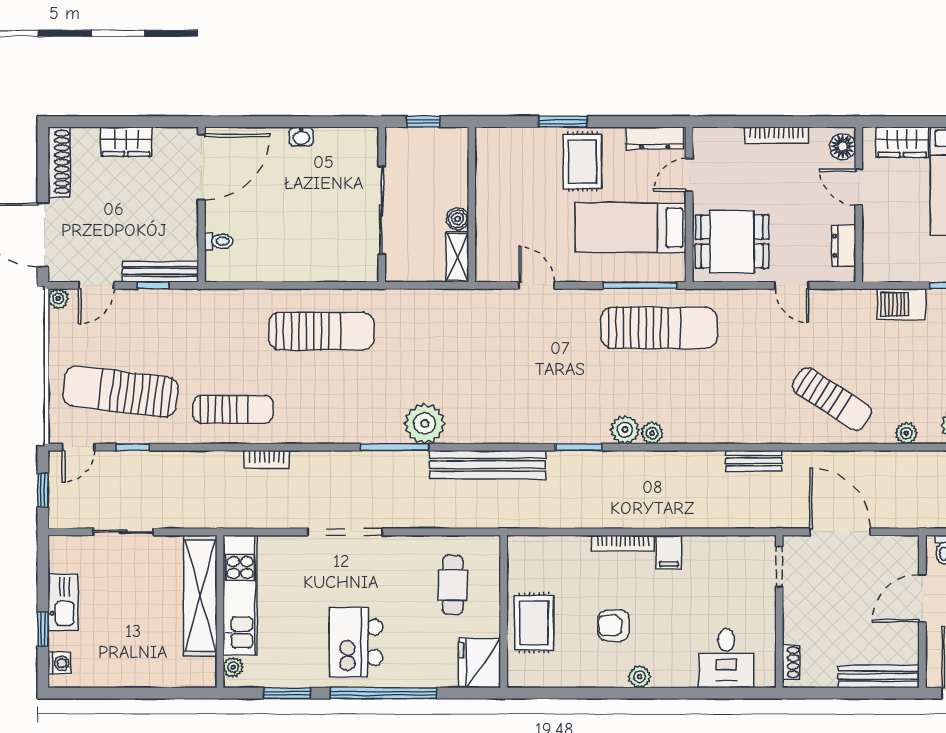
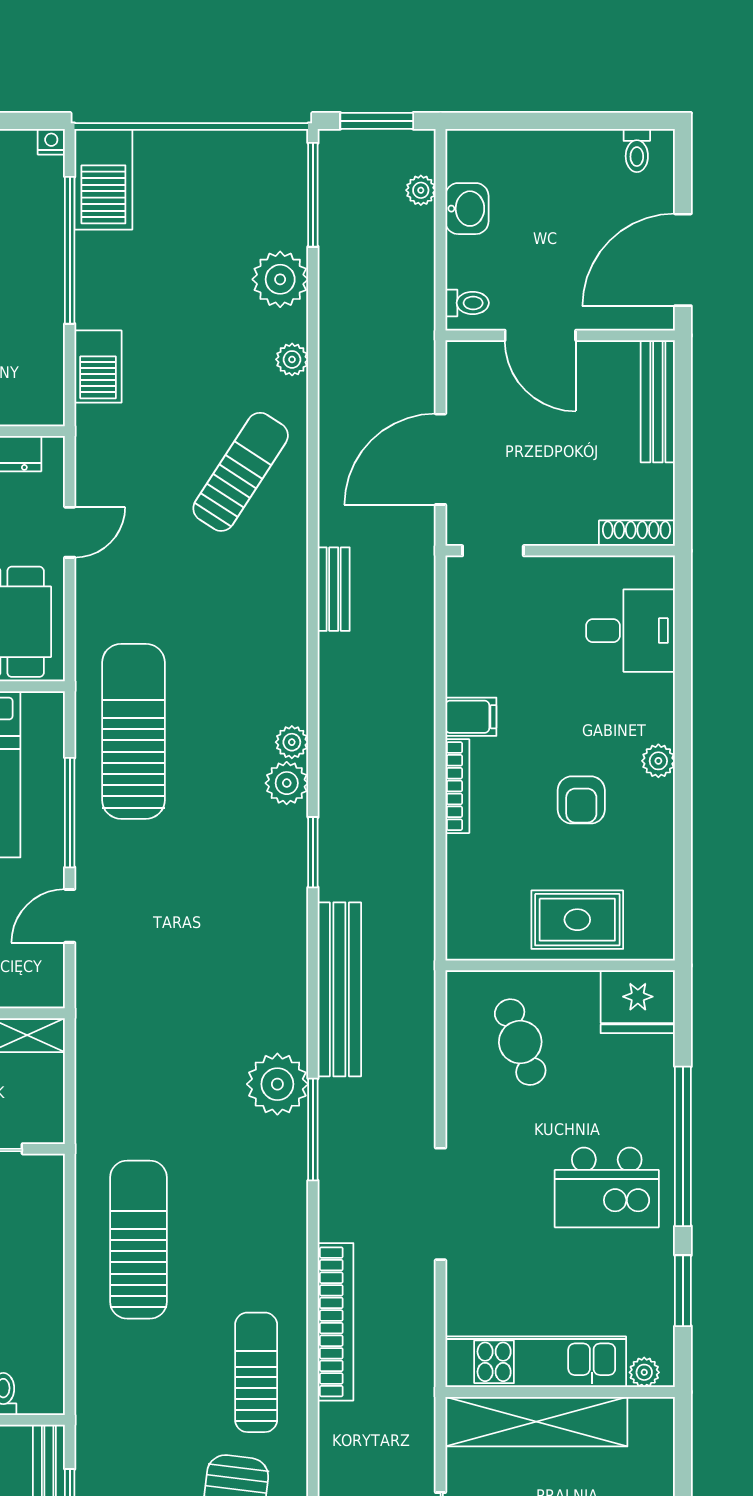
window: (640, 285) -> (70, 813), moved
bookcase: (267, 459) -> (336, 1322), width x2.31, depth x1.31
cafe table: (453, 585) -> (520, 1042), turned 70
shoe rack: (791, 662) -> (637, 533), width x1.43

